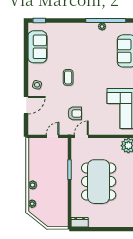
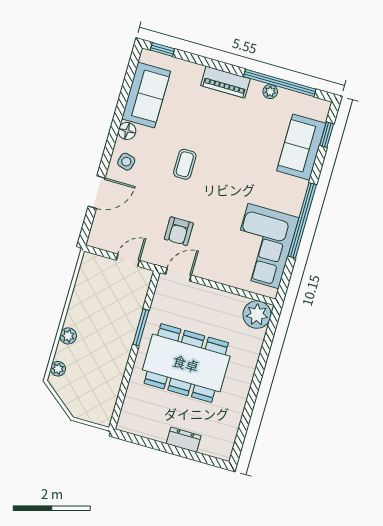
piano: (77, 28) -> (225, 82), added
floor lamp: (33, 69) -> (127, 131), added
armchair: (75, 113) -> (179, 231), turned 90
dining table: (99, 182) -> (186, 363), turned 90
dresser: (80, 222) -> (184, 440), moved

